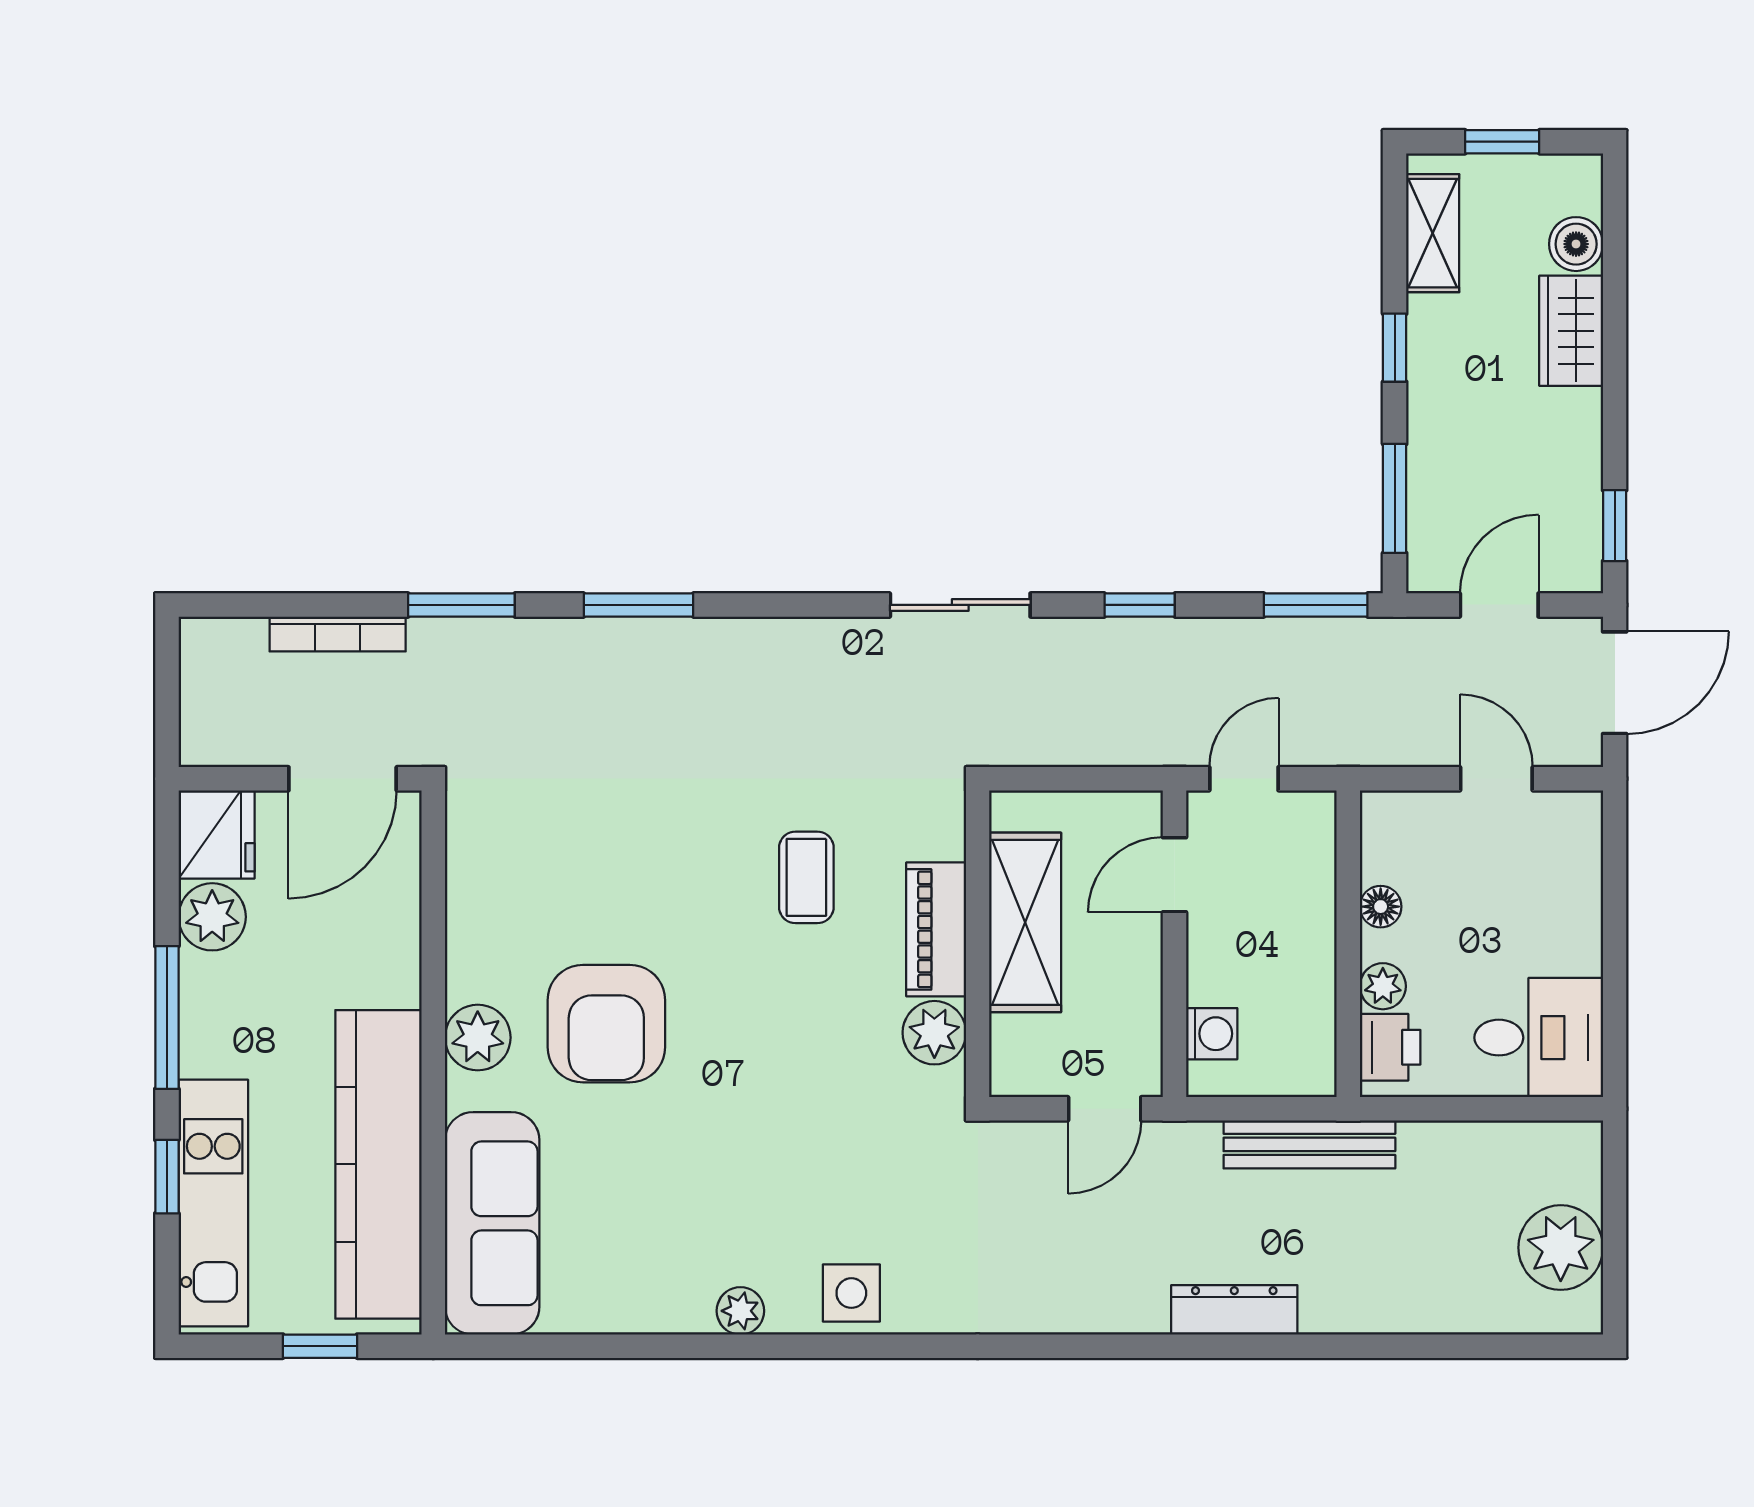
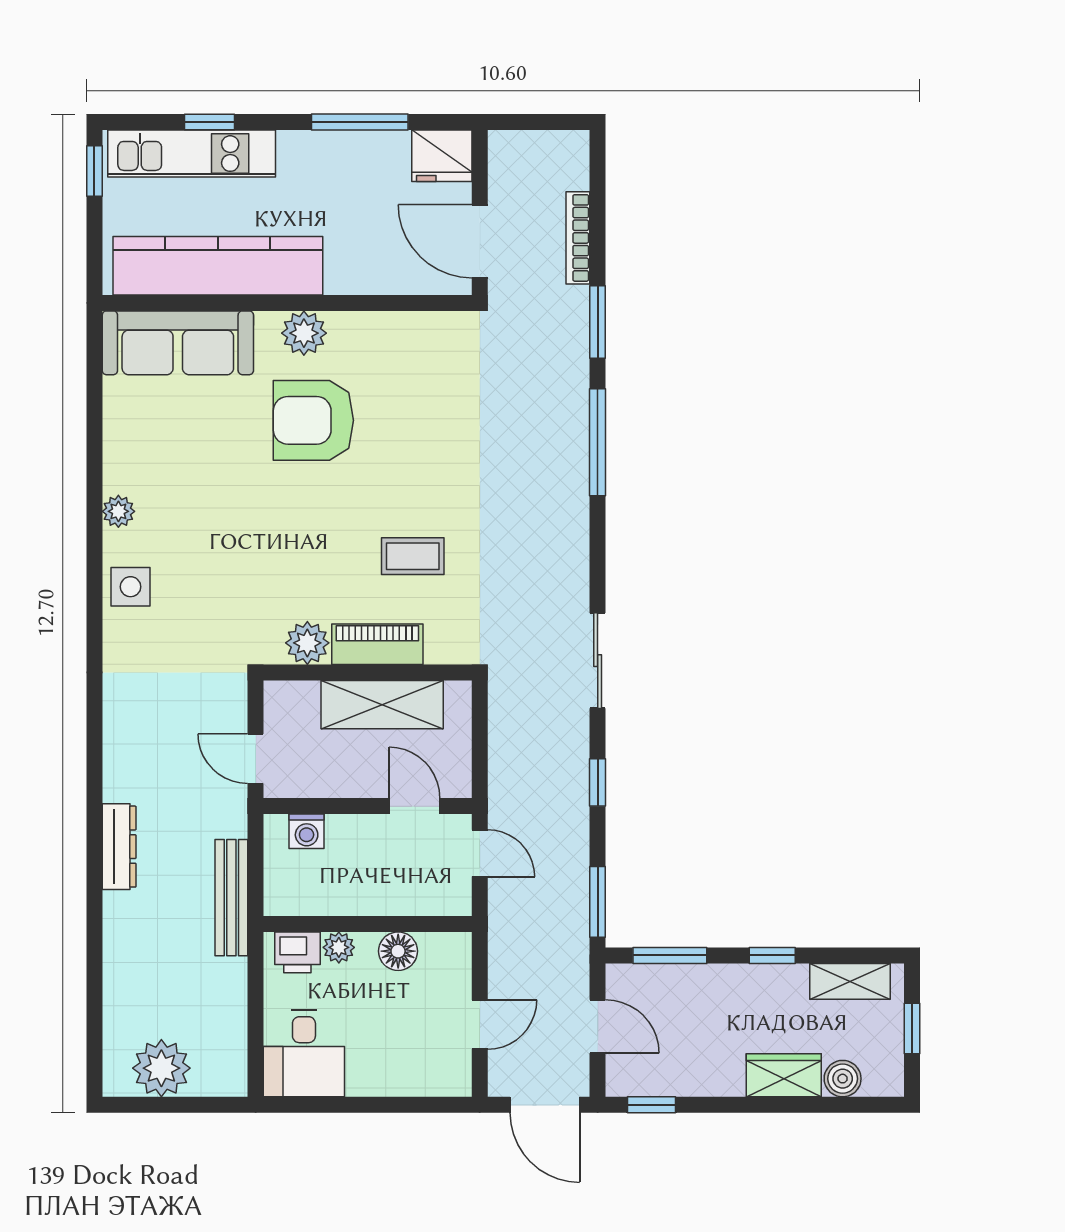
window: (639, 605) -> (598, 442), width x1.44
floor lamp: (1381, 907) -> (398, 951), width x1.37, depth x1.37
plant: (212, 917) -> (386, 153), removed
window: (167, 1017) -> (360, 122), moved
window: (320, 1346) -> (94, 171), moved

